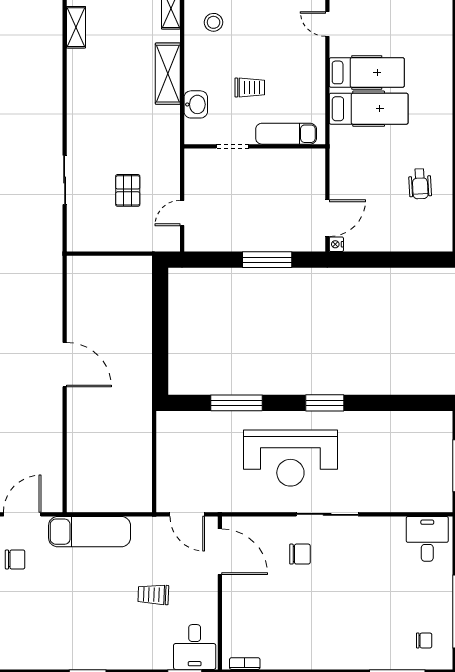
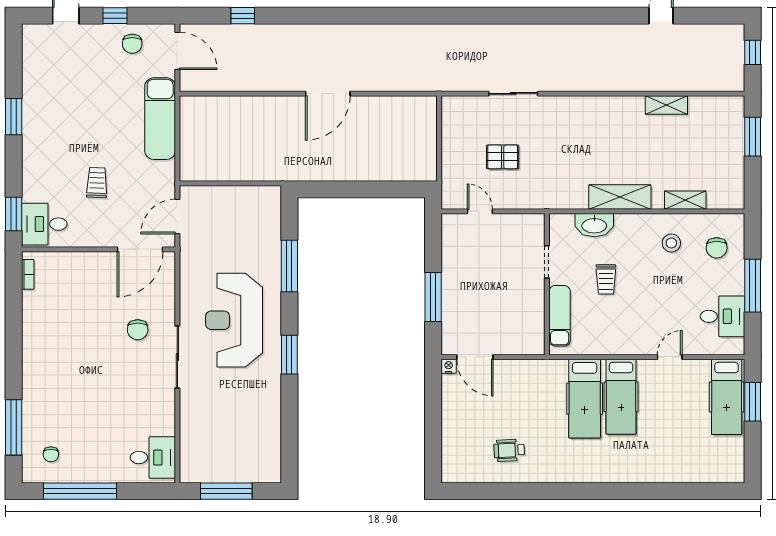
washbasin: (196, 104) -> (594, 225), width x1.38

